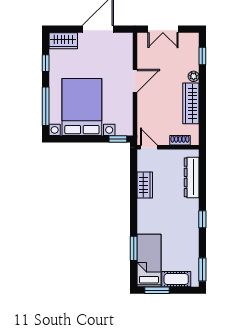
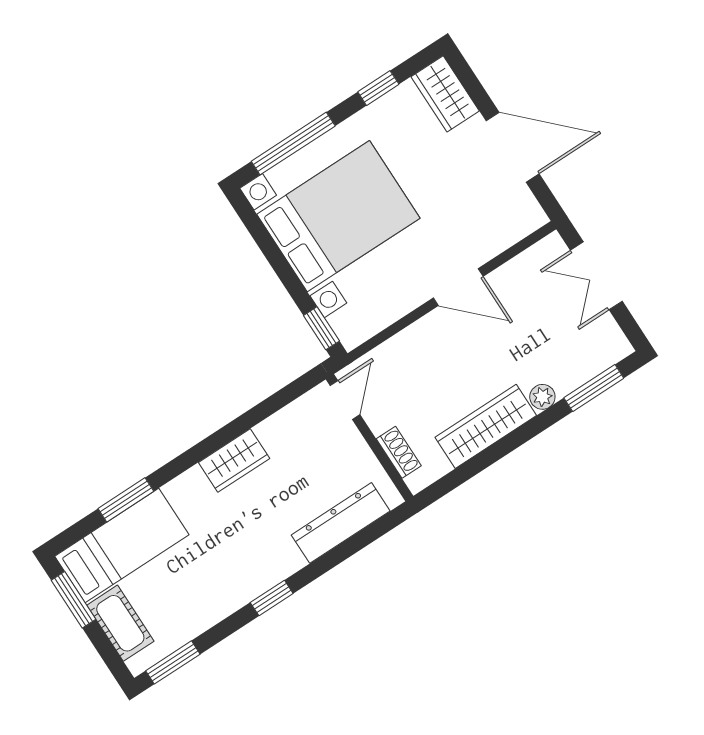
window: (202, 56) -> (594, 388), width x1.50
wardrobe: (145, 185) -> (234, 460), moved

